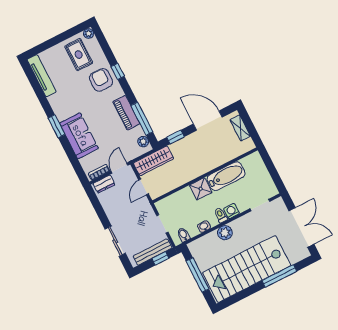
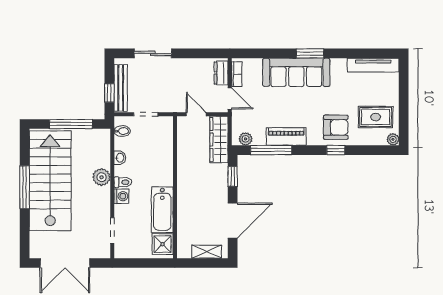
sofa: (79, 136) -> (296, 72), width x1.36
shower: (201, 189) -> (163, 244), moved
window: (279, 276) -> (25, 187), moved

